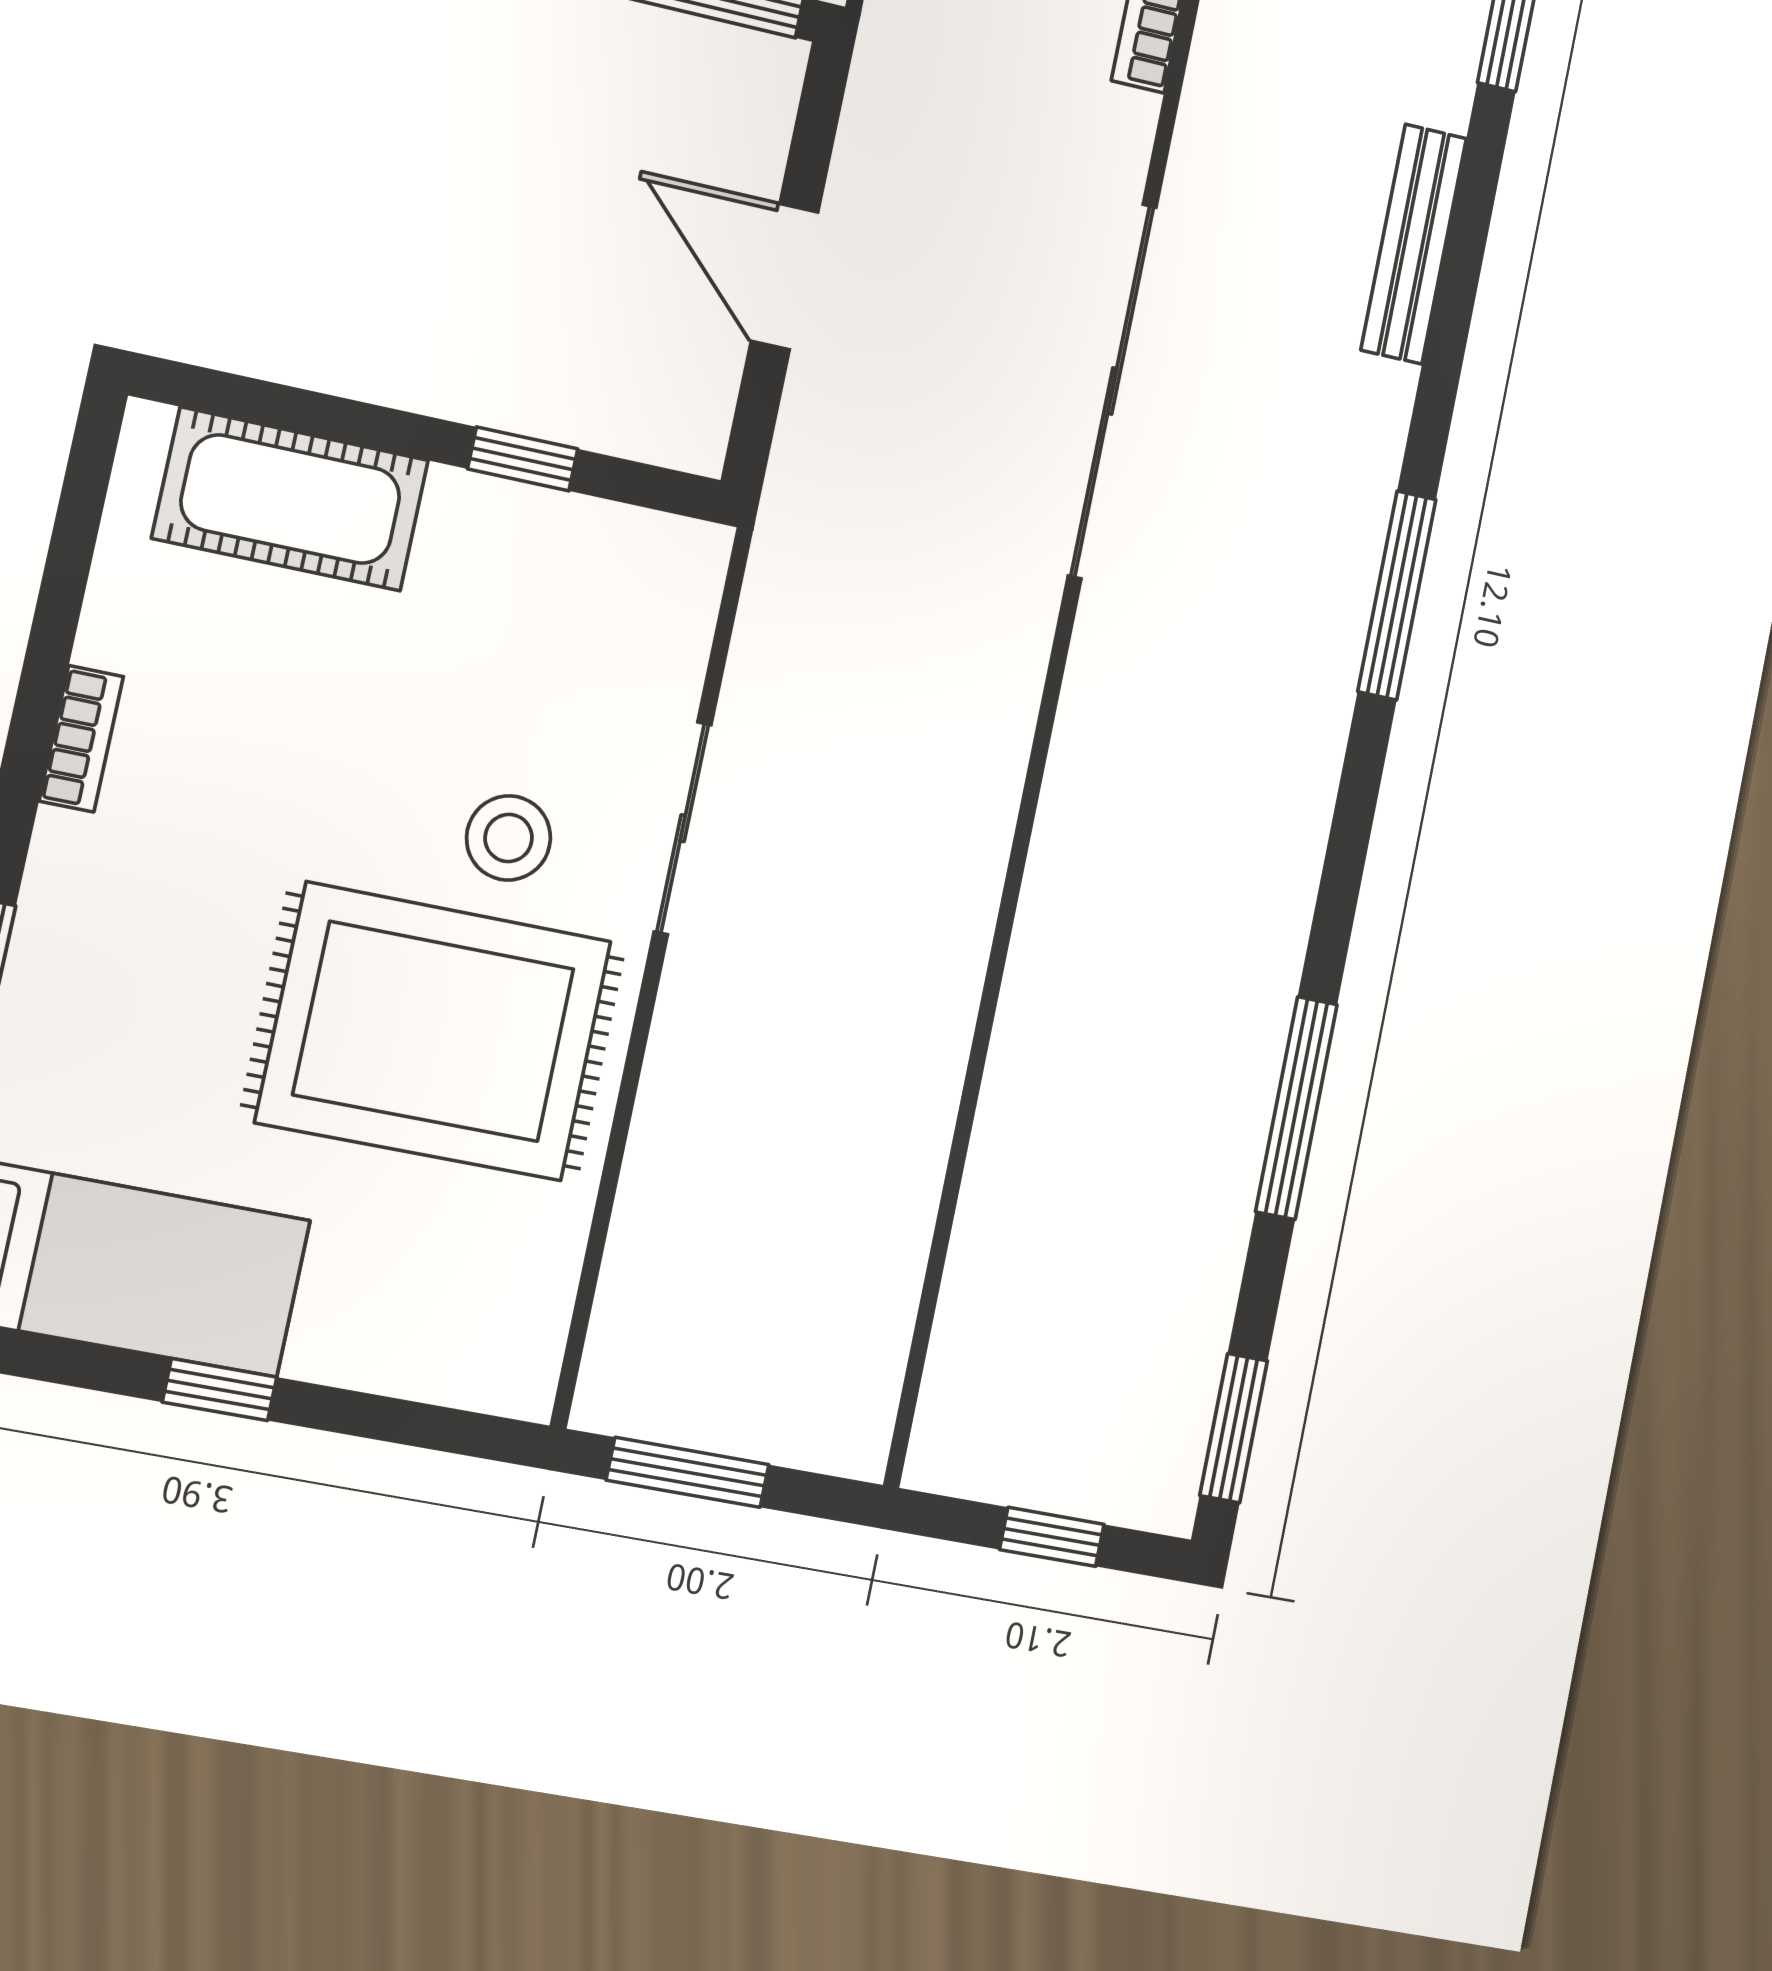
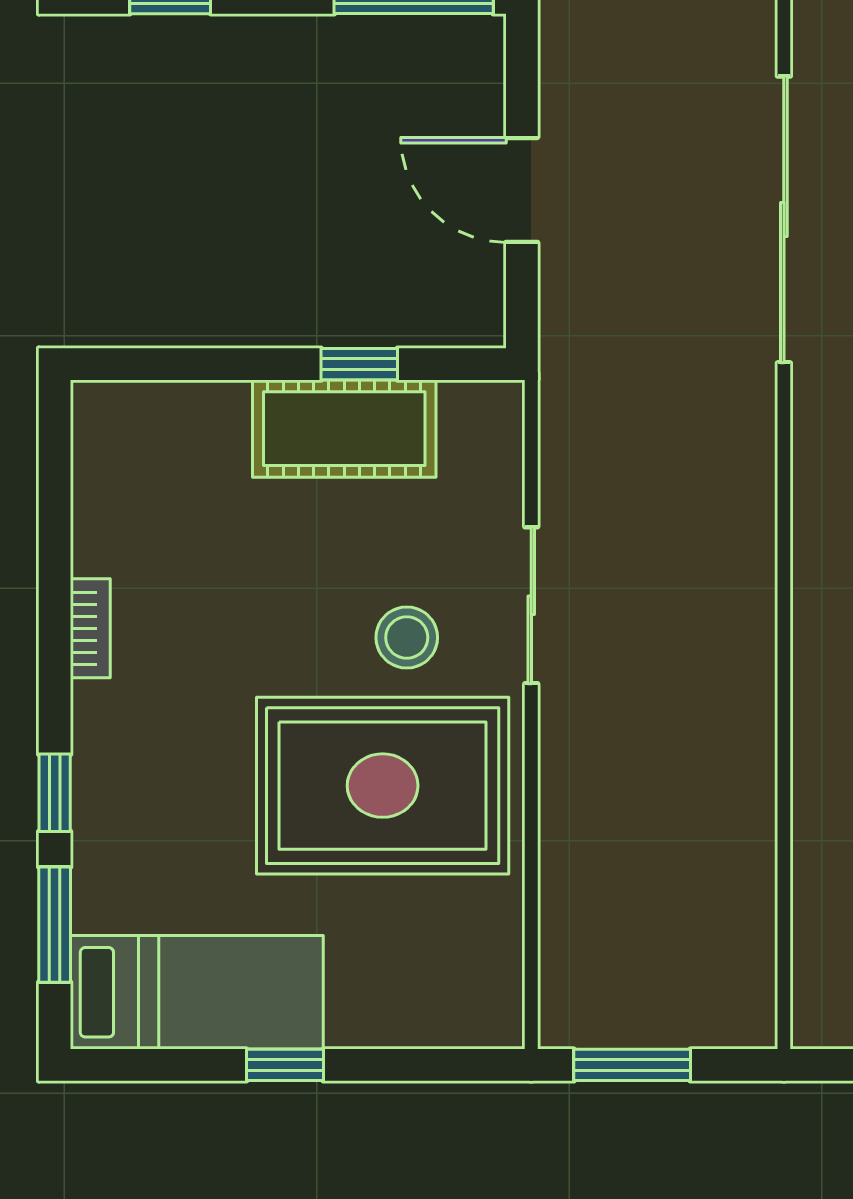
cot: (290, 499) -> (344, 429), moved

